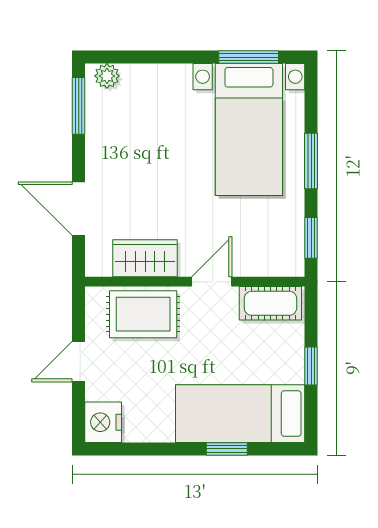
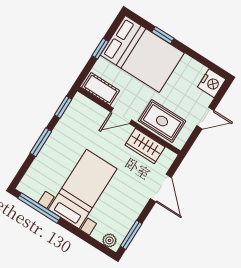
window: (249, 57) -> (39, 208), width x1.44
bed with nightstands: (249, 129) -> (83, 189), moved
bed: (240, 414) -> (142, 54), width x1.50

